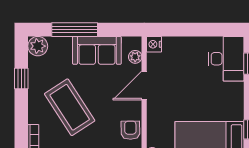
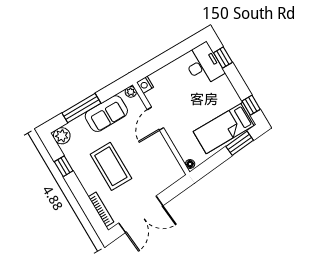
plant: (135, 57) -> (131, 92), moved
coffee table: (70, 107) -> (111, 166), turned 33
armchair: (130, 130) -> (165, 157), removed

